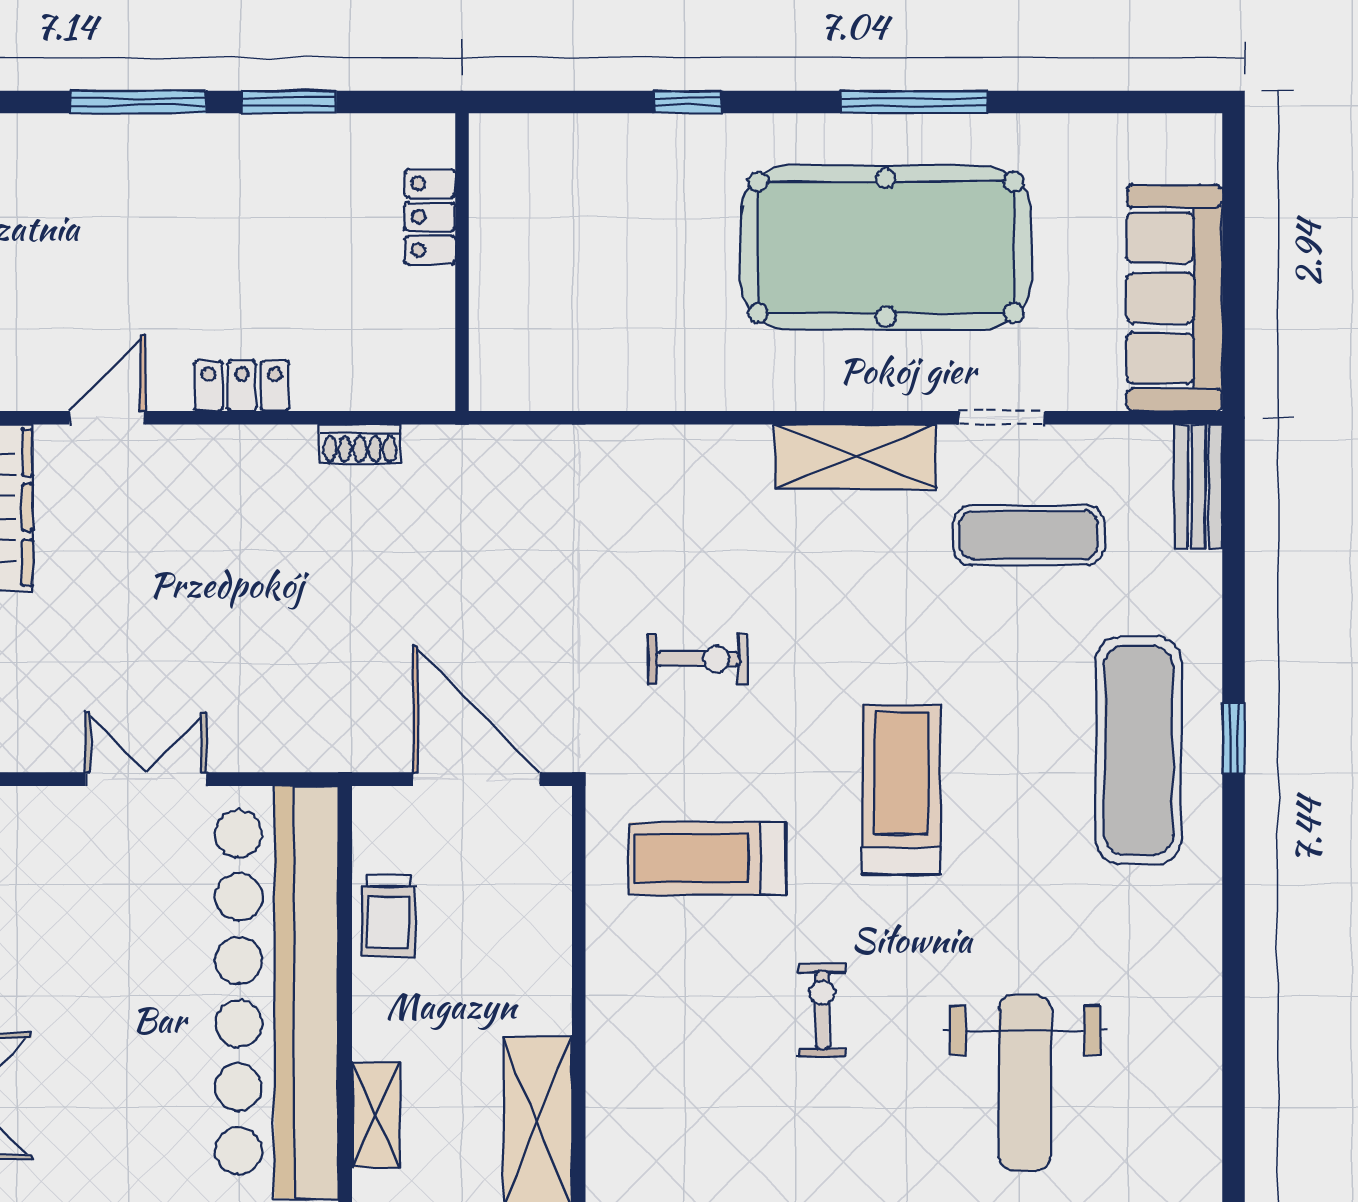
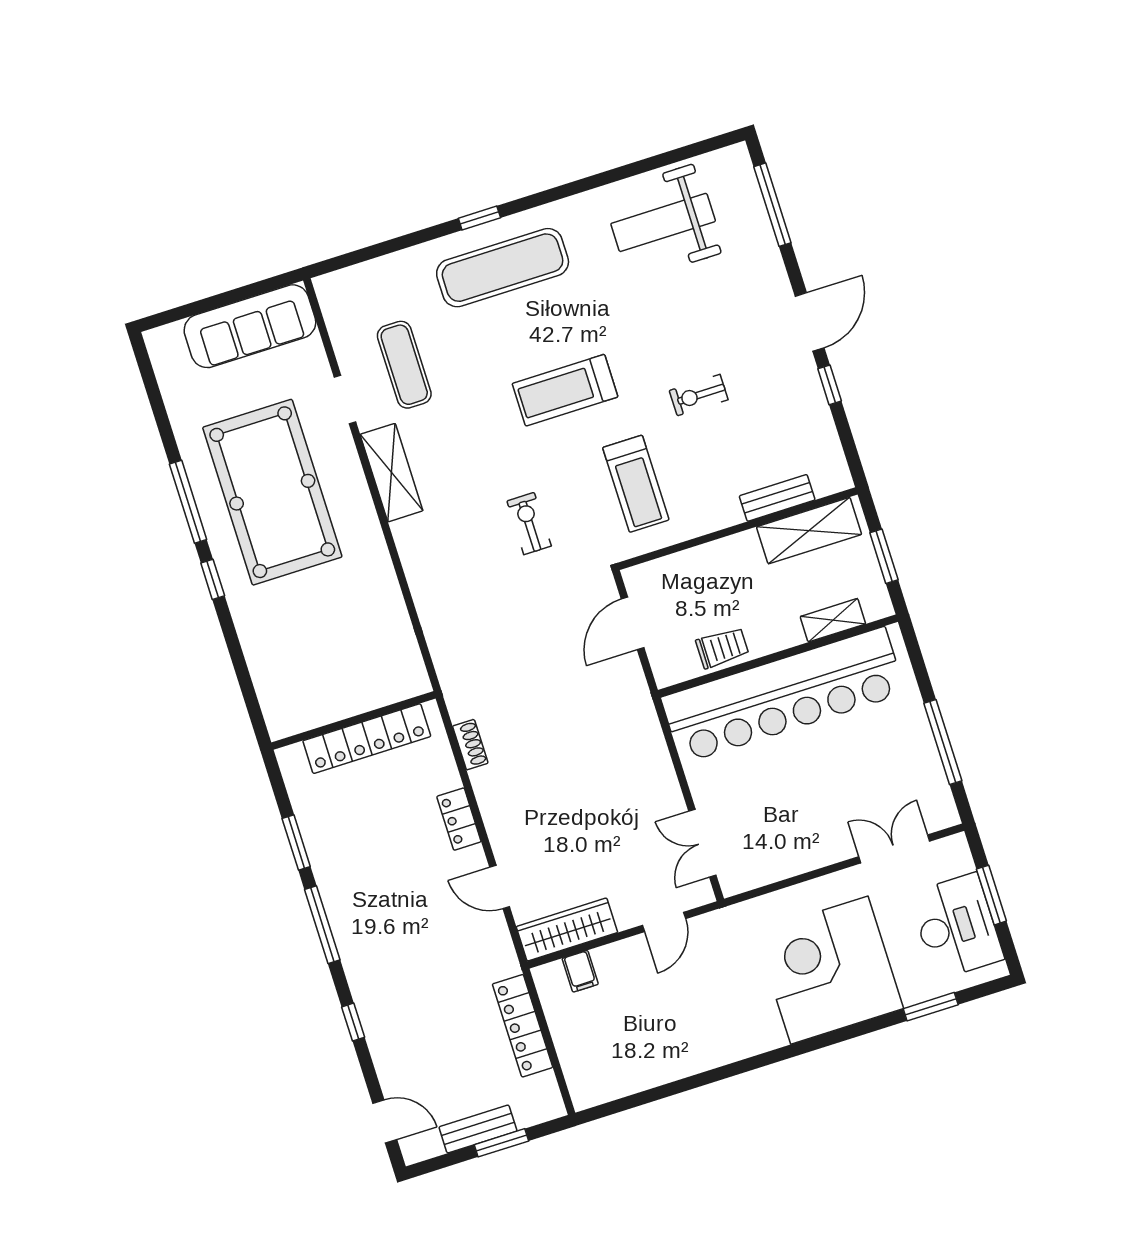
window: (688, 102) -> (213, 579), moved
locker: (430, 217) -> (367, 739), width x2.16, depth x1.21
bench: (1199, 487) -> (777, 498), moved
double door: (146, 779) -> (702, 843), moved
door: (476, 779) -> (633, 623), width x0.73
weight bench: (1025, 1083) -> (663, 222), moved, turned 180

